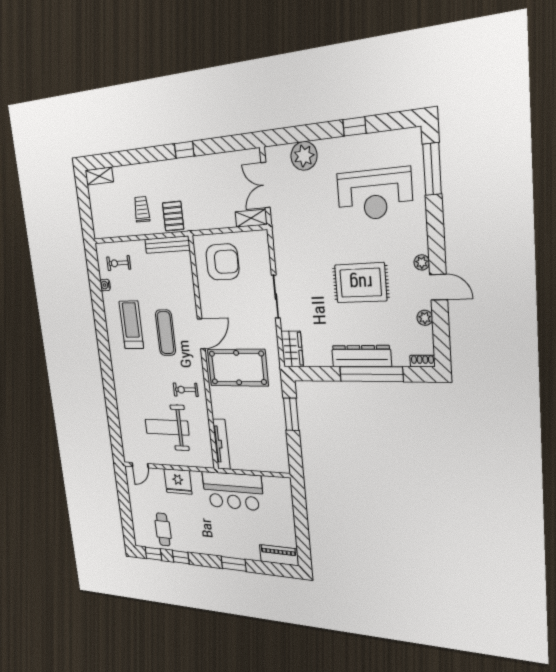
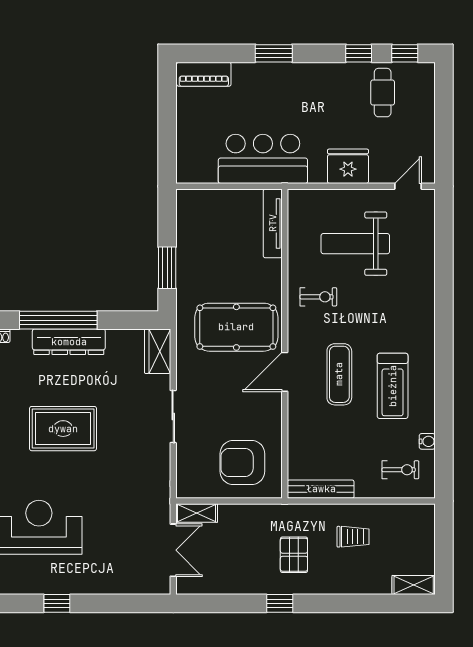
plant: (304, 156) -> (121, 578), removed
trolley: (142, 209) -> (353, 537), turned -90
pallet: (173, 216) -> (294, 555), moved
weight bench: (167, 427) -> (355, 244), turned 180

